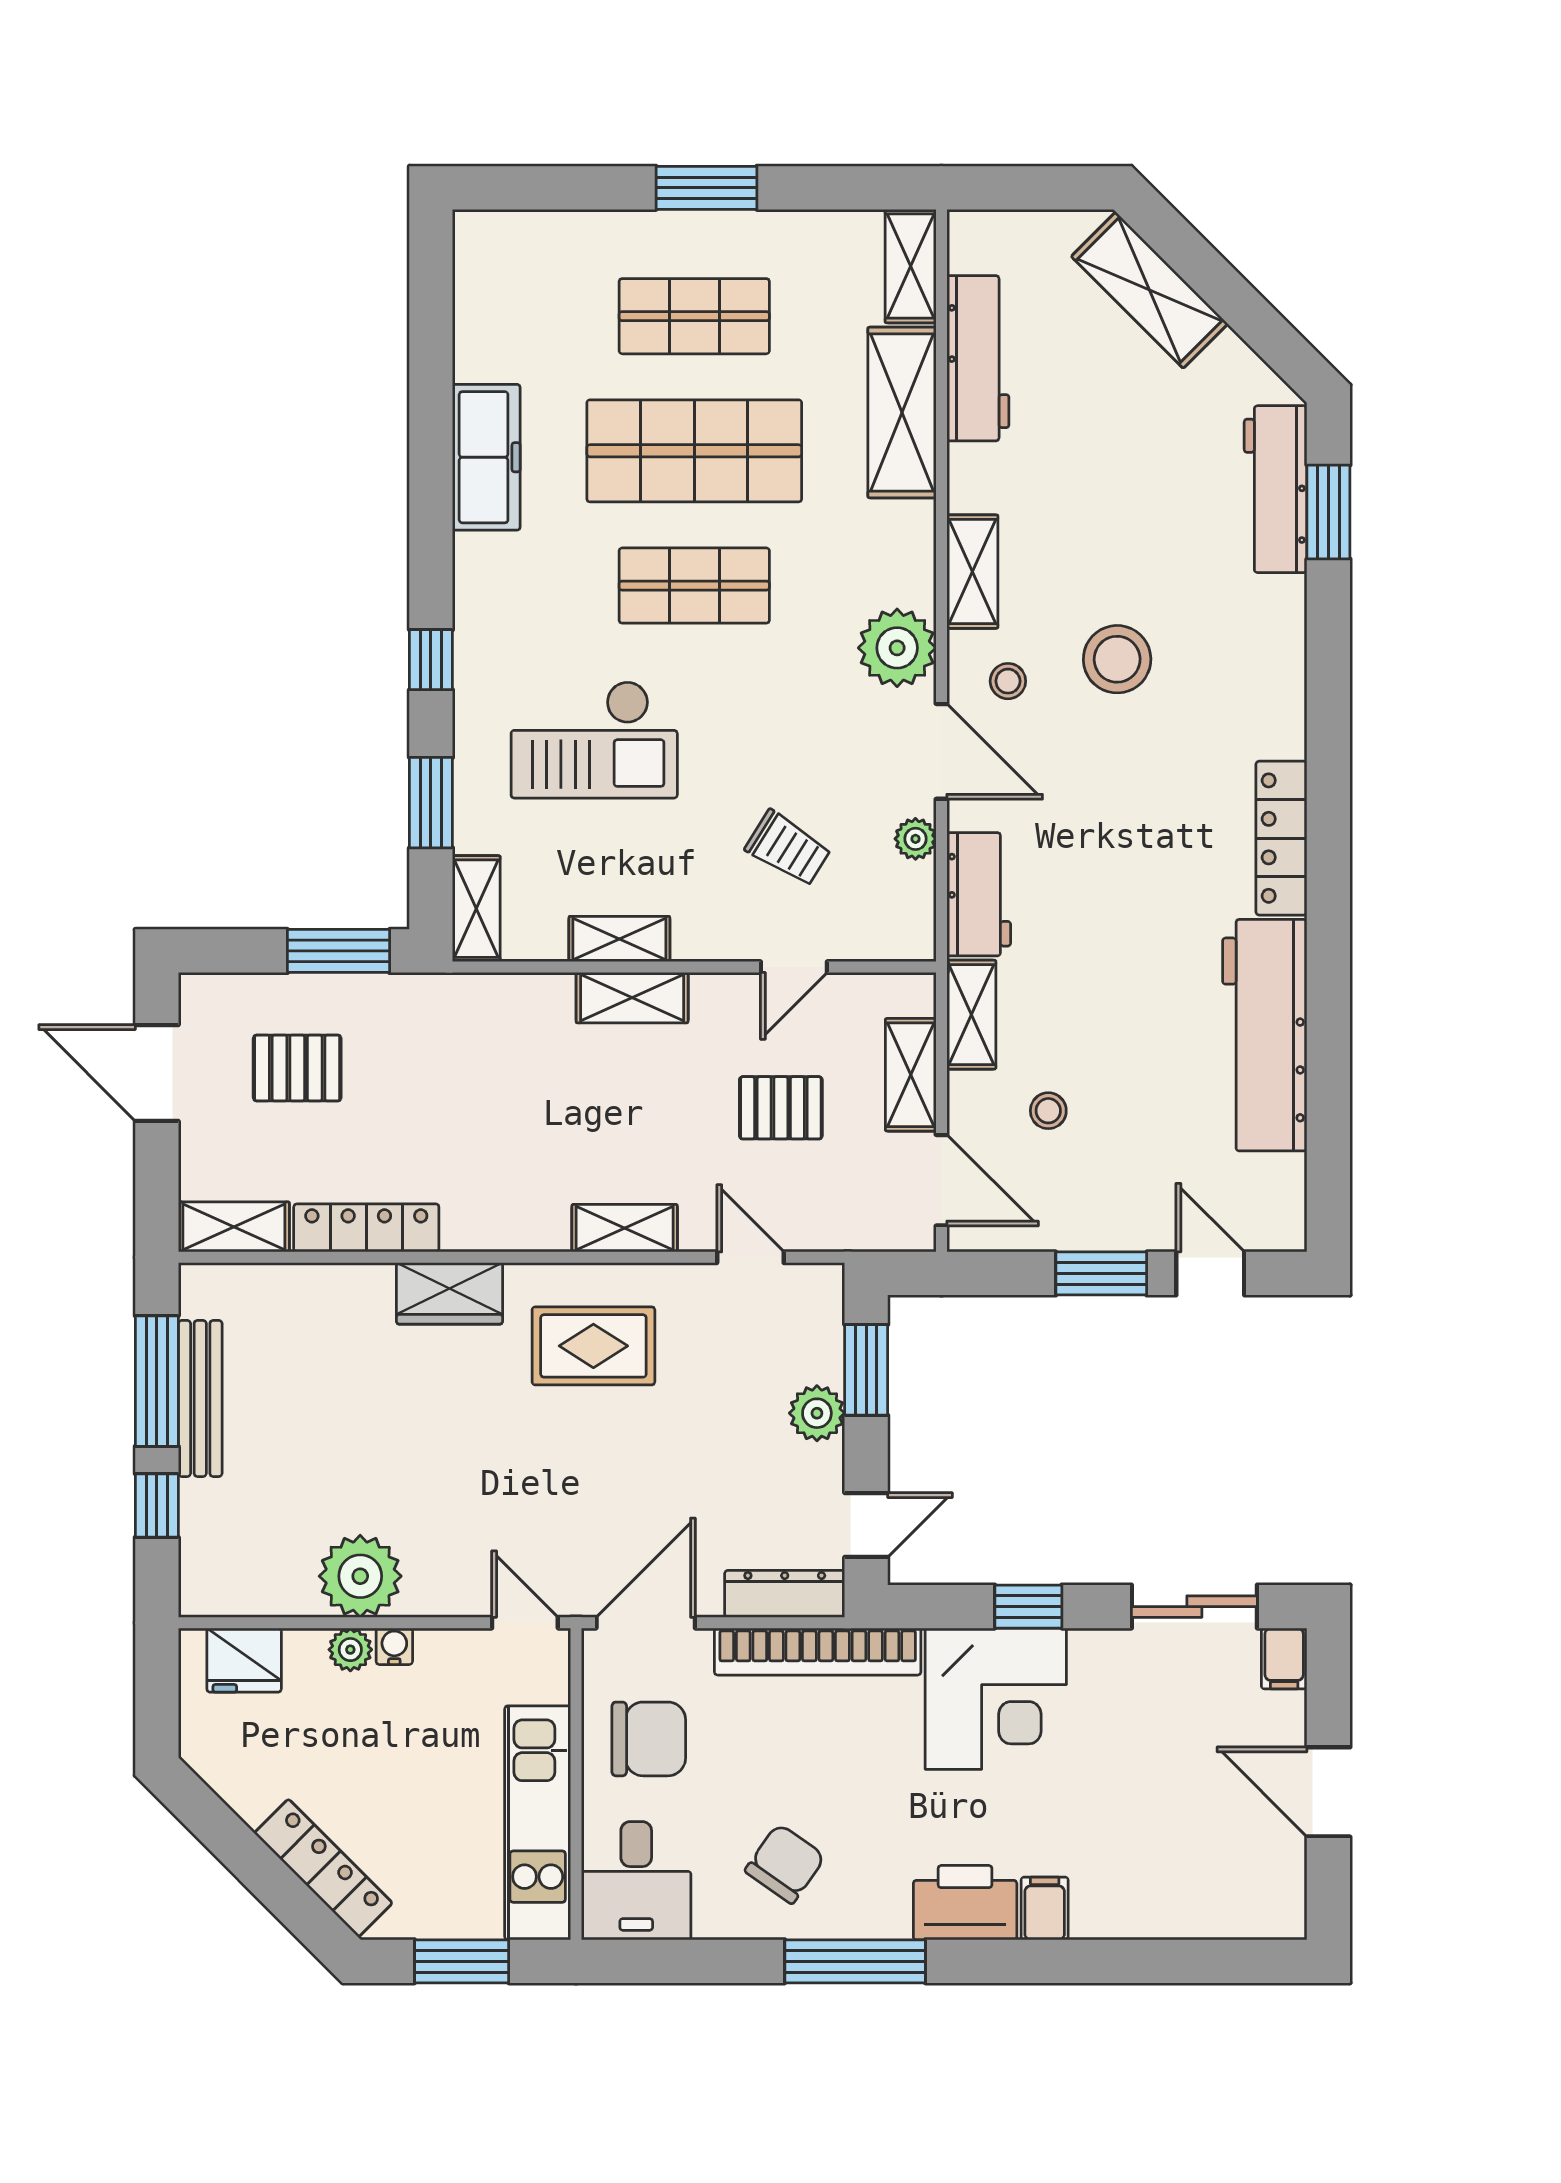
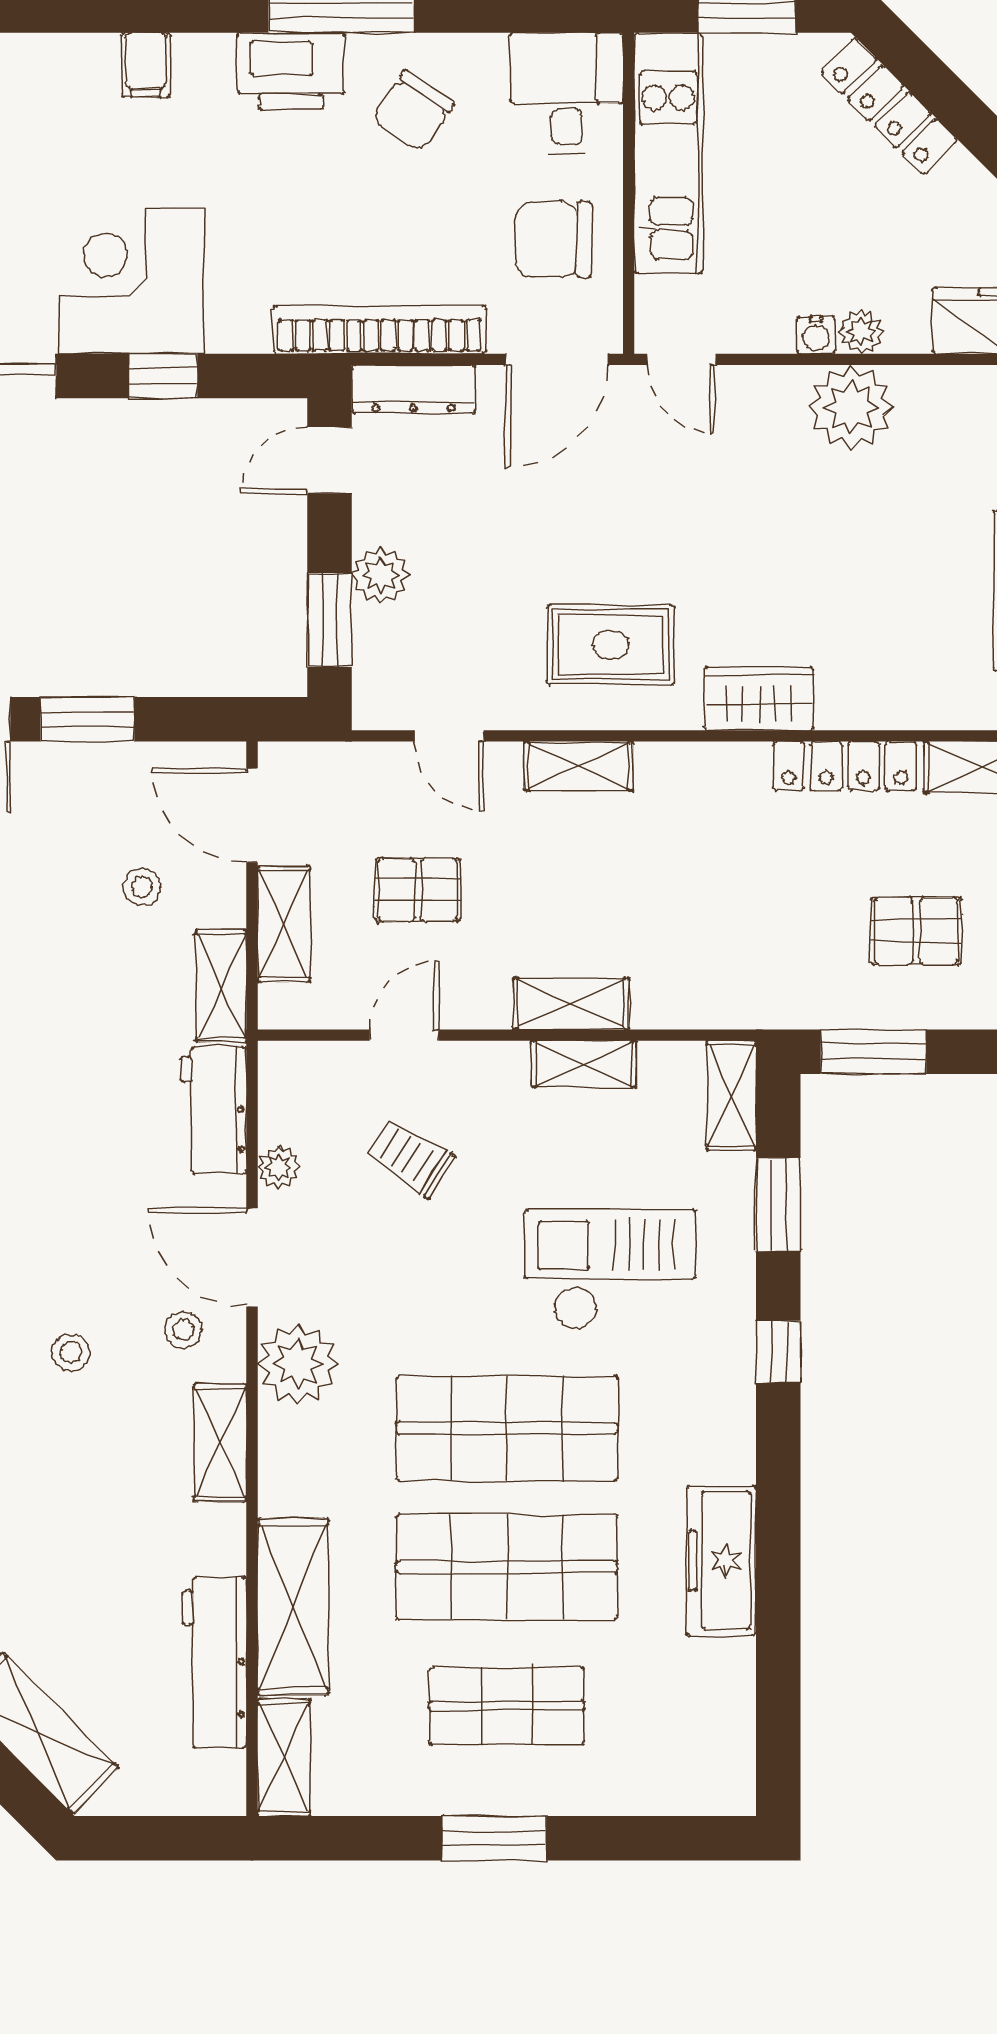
shop shelf: (694, 586) -> (507, 1428), width x1.43, depth x1.36
stool: (1117, 659) -> (71, 1352), width x0.53, depth x0.53
corner desk: (996, 1699) -> (131, 281), moved
printer: (965, 1903) -> (291, 71), moved

